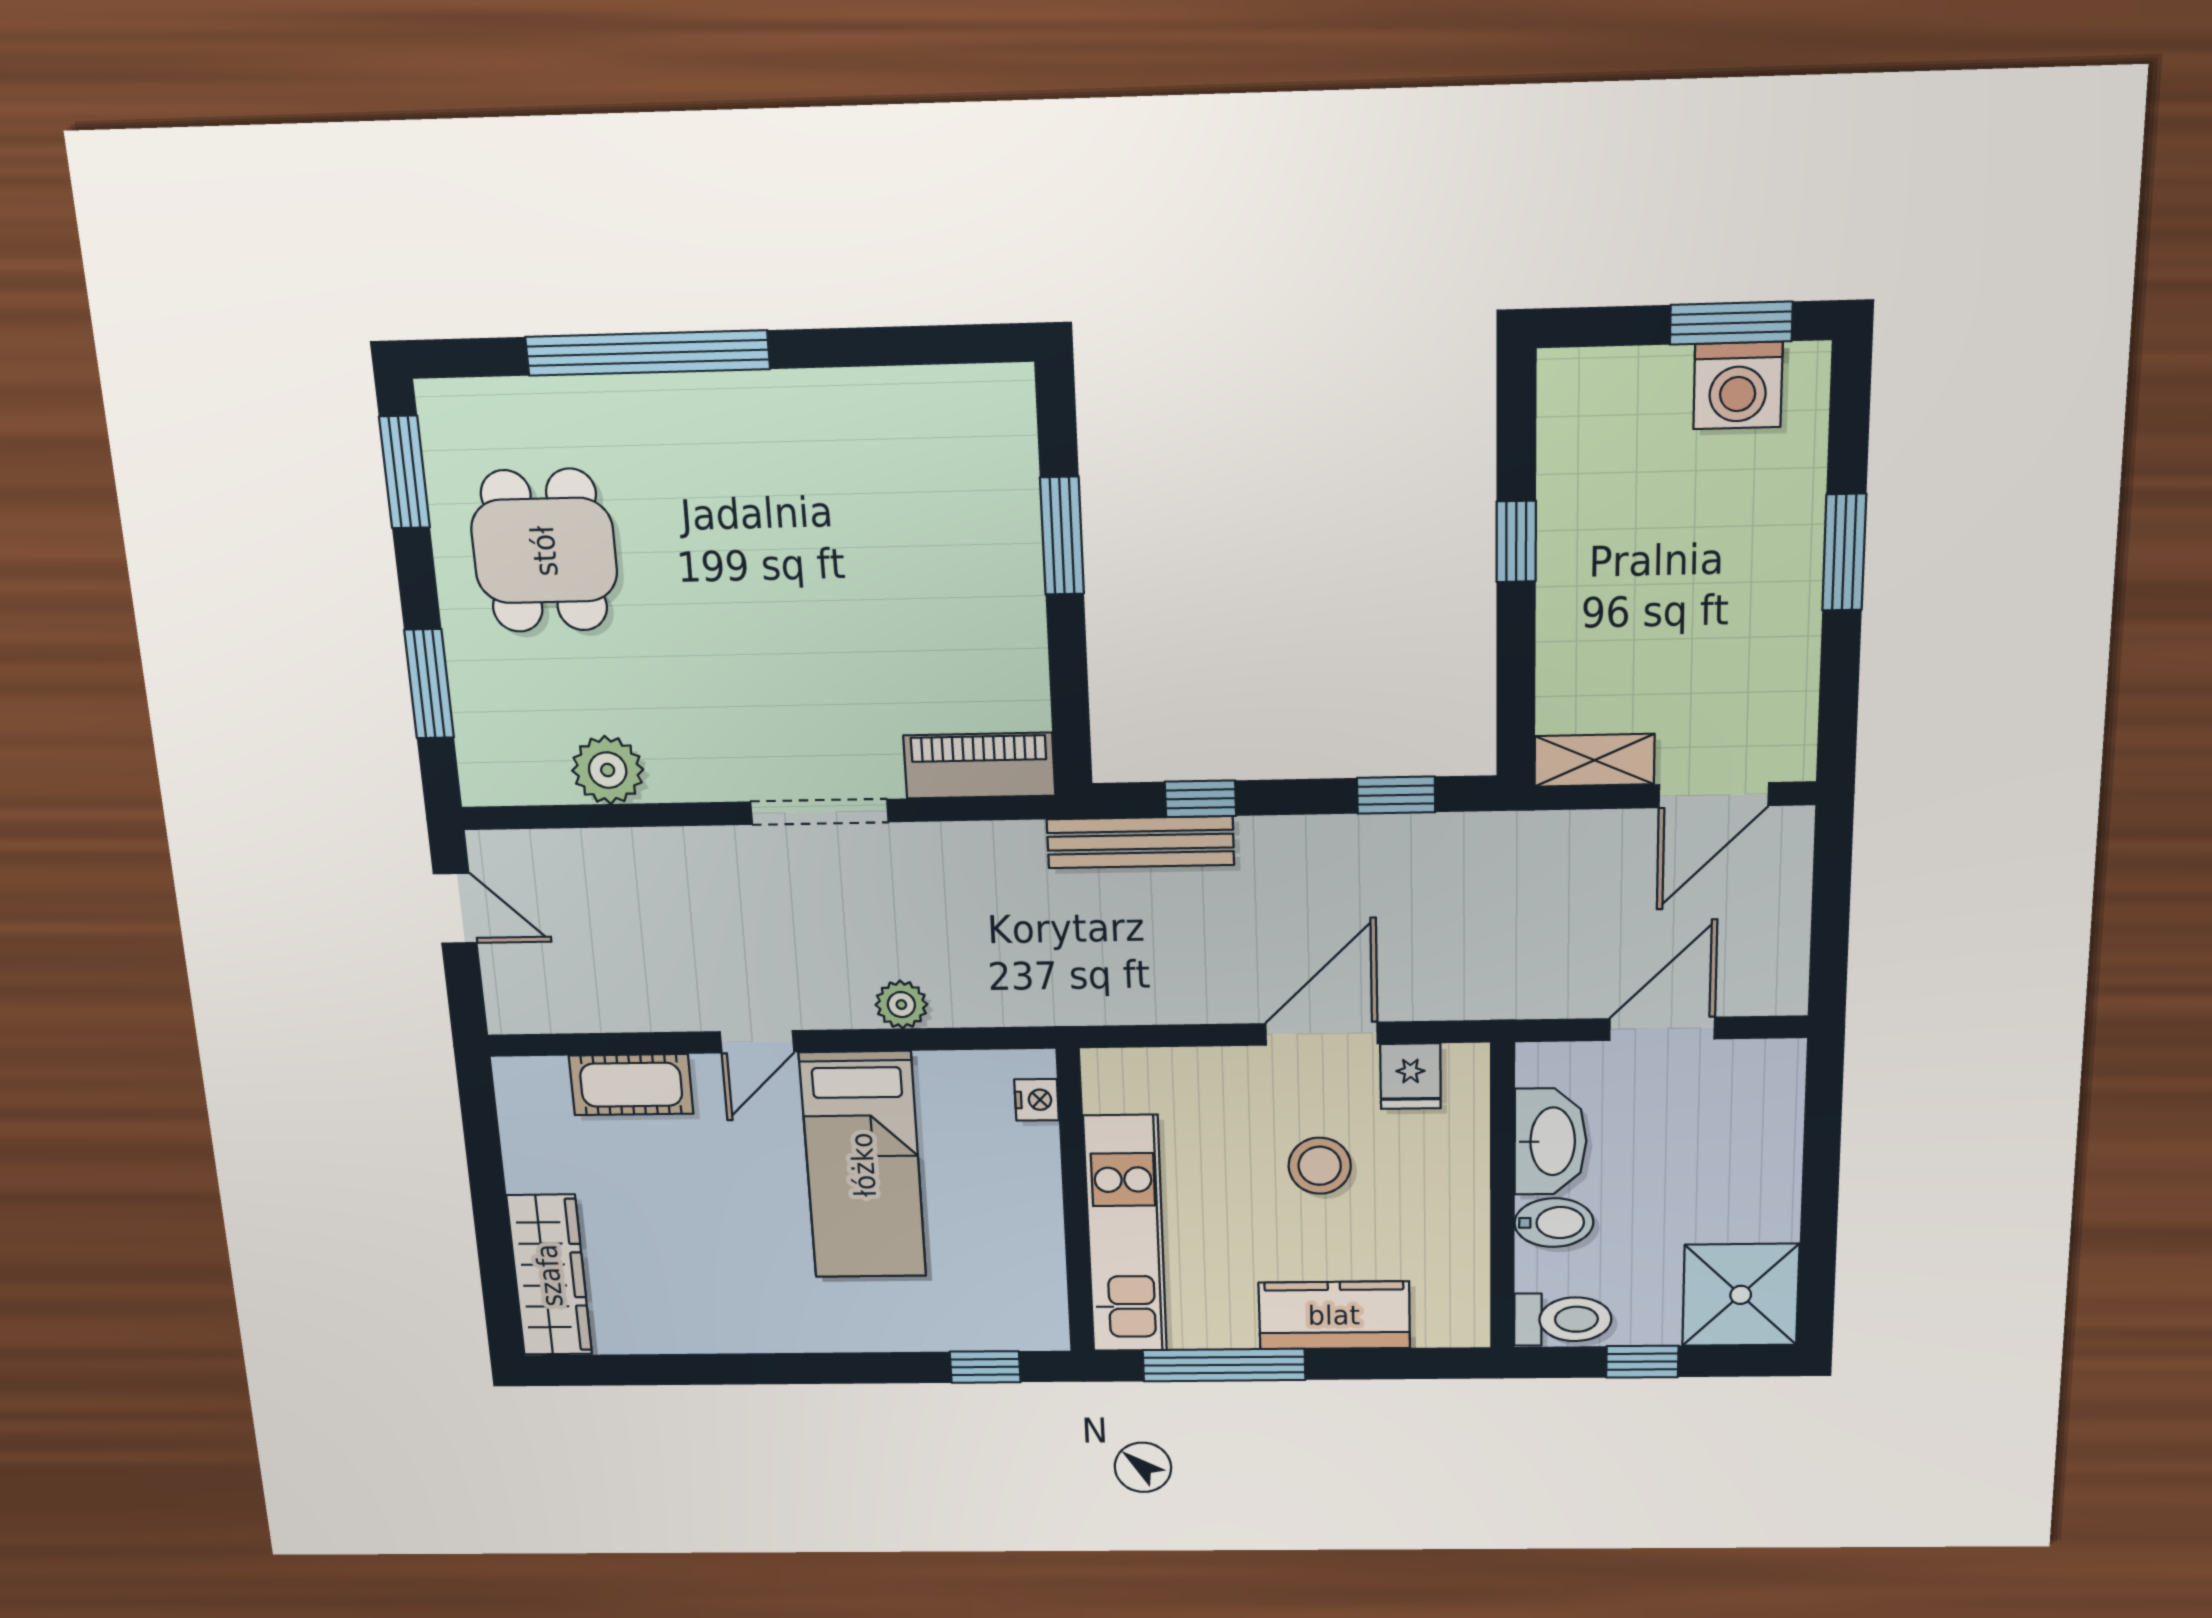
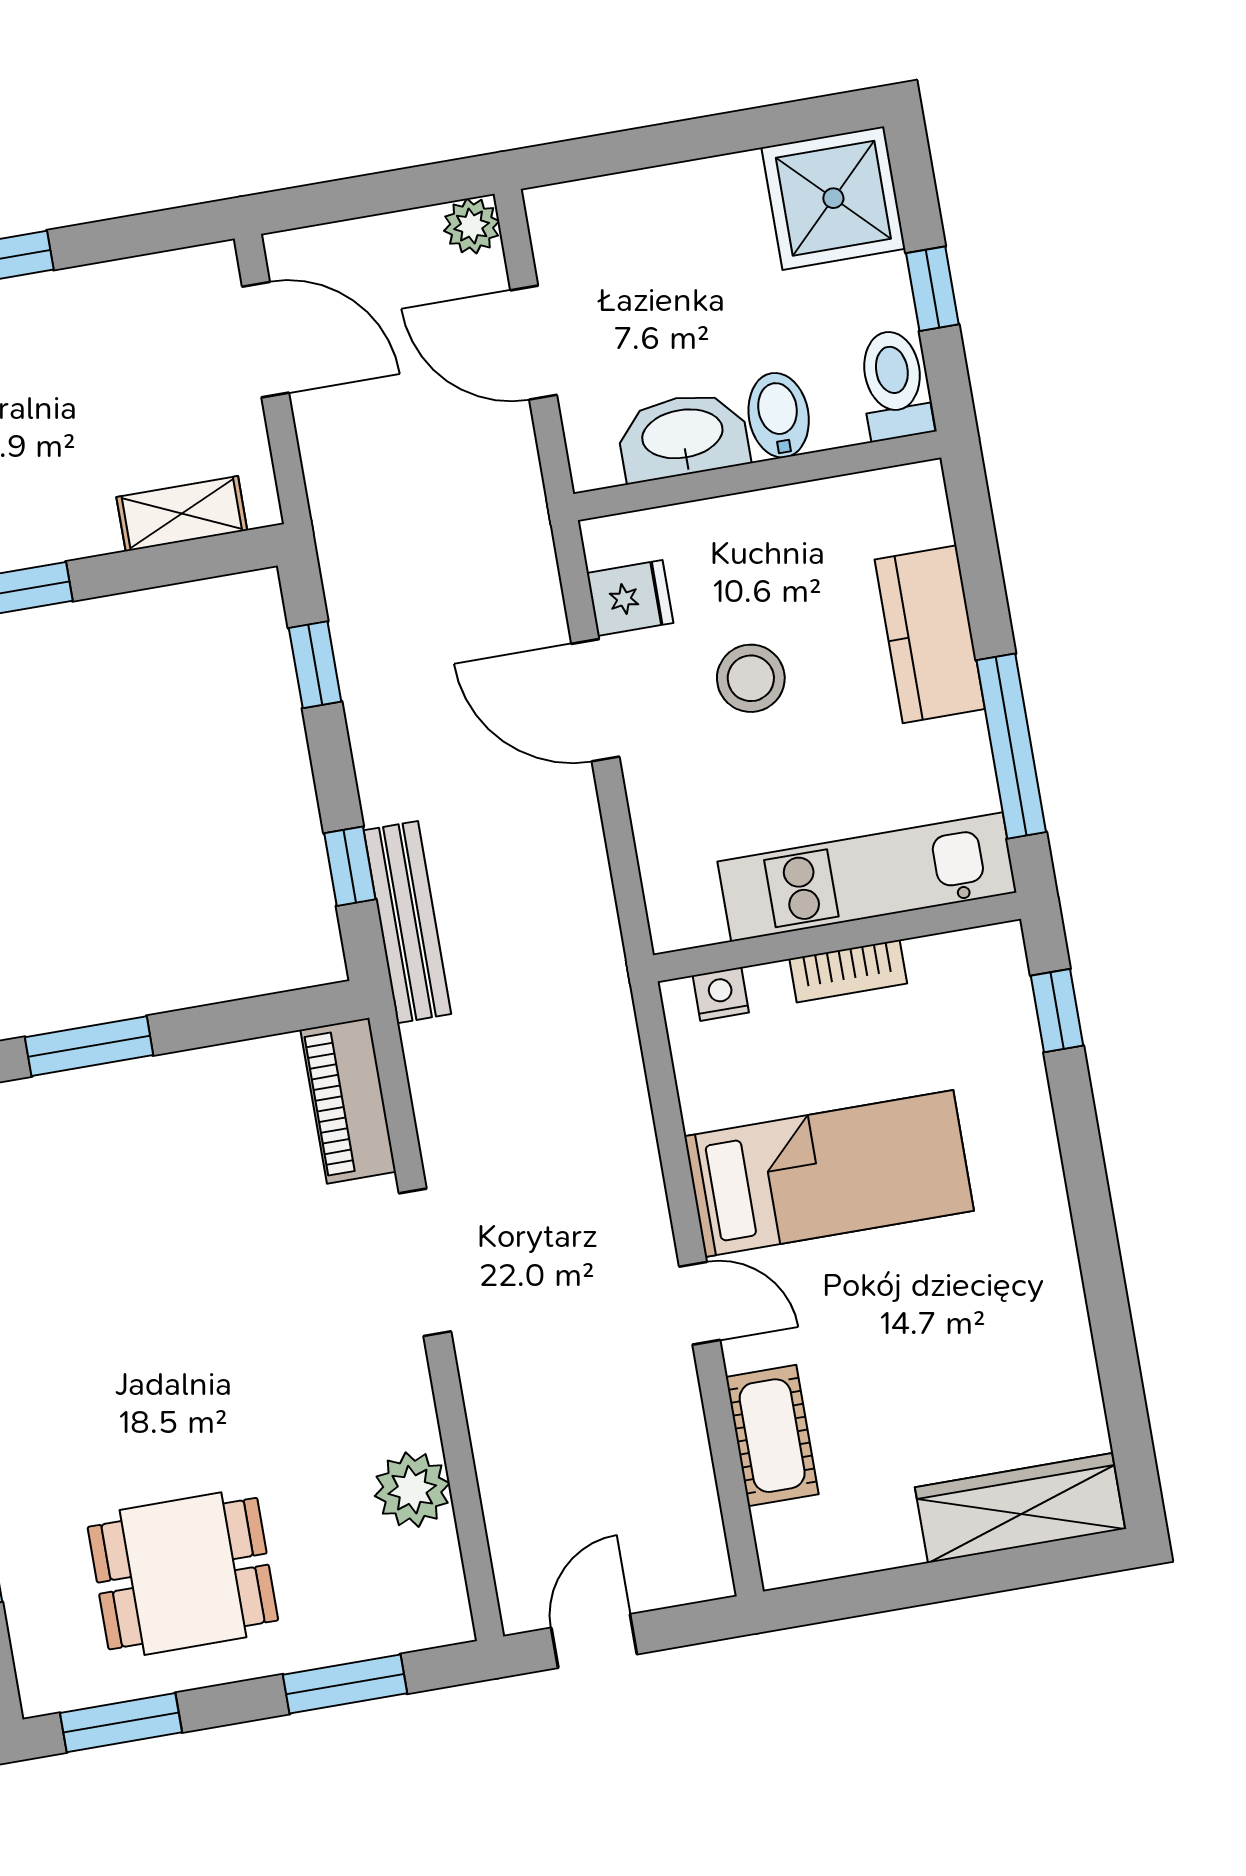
shelving: (1594, 760) -> (182, 514), moved, turned 90
plant: (901, 1005) -> (472, 226), moved
bookcase: (1043, 1207) -> (848, 971), added

